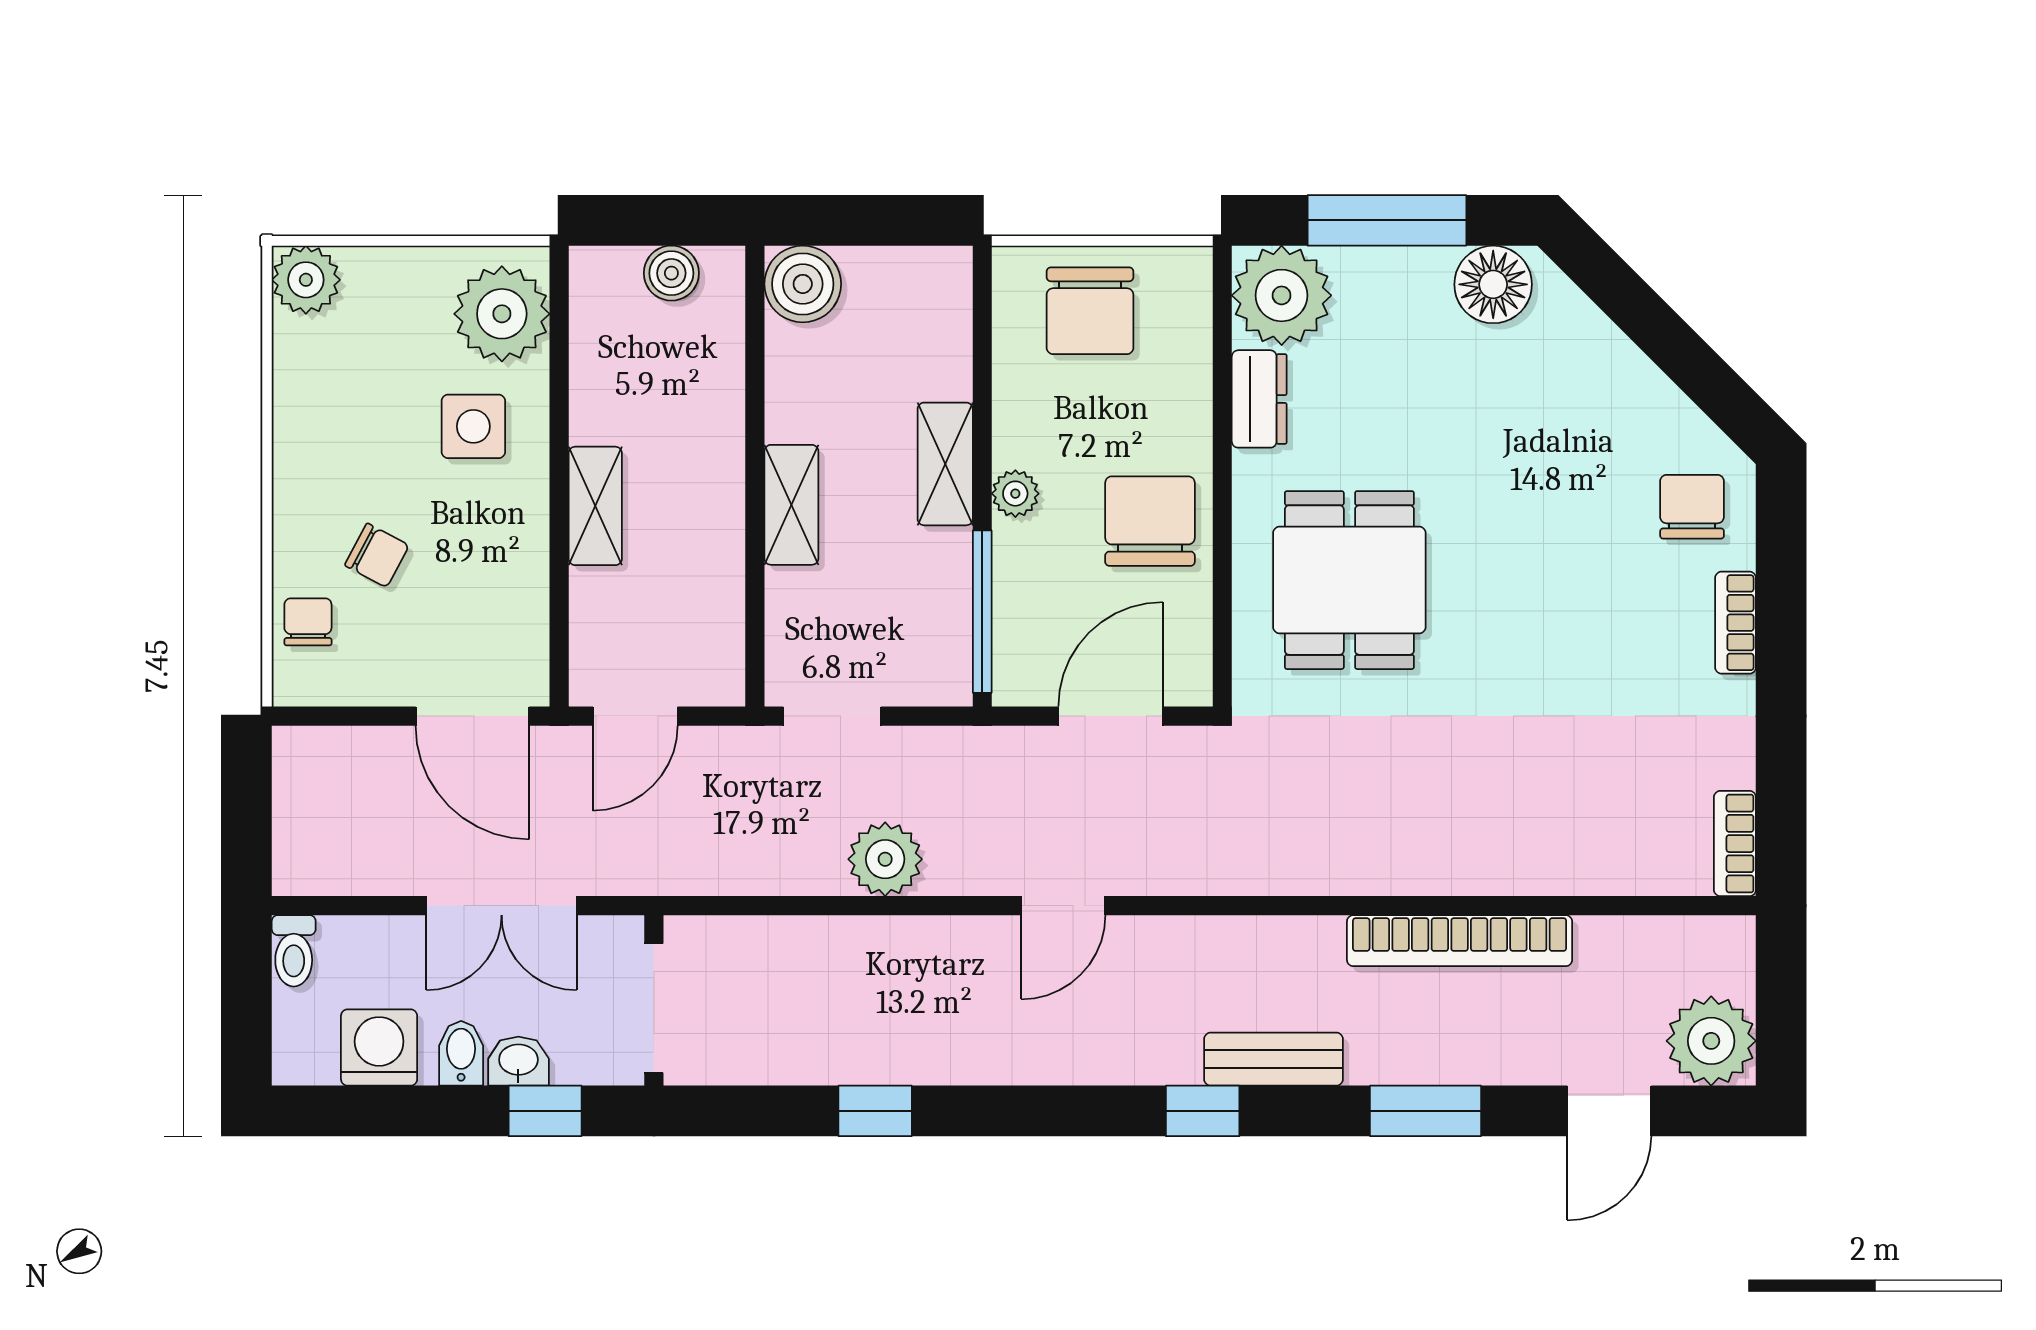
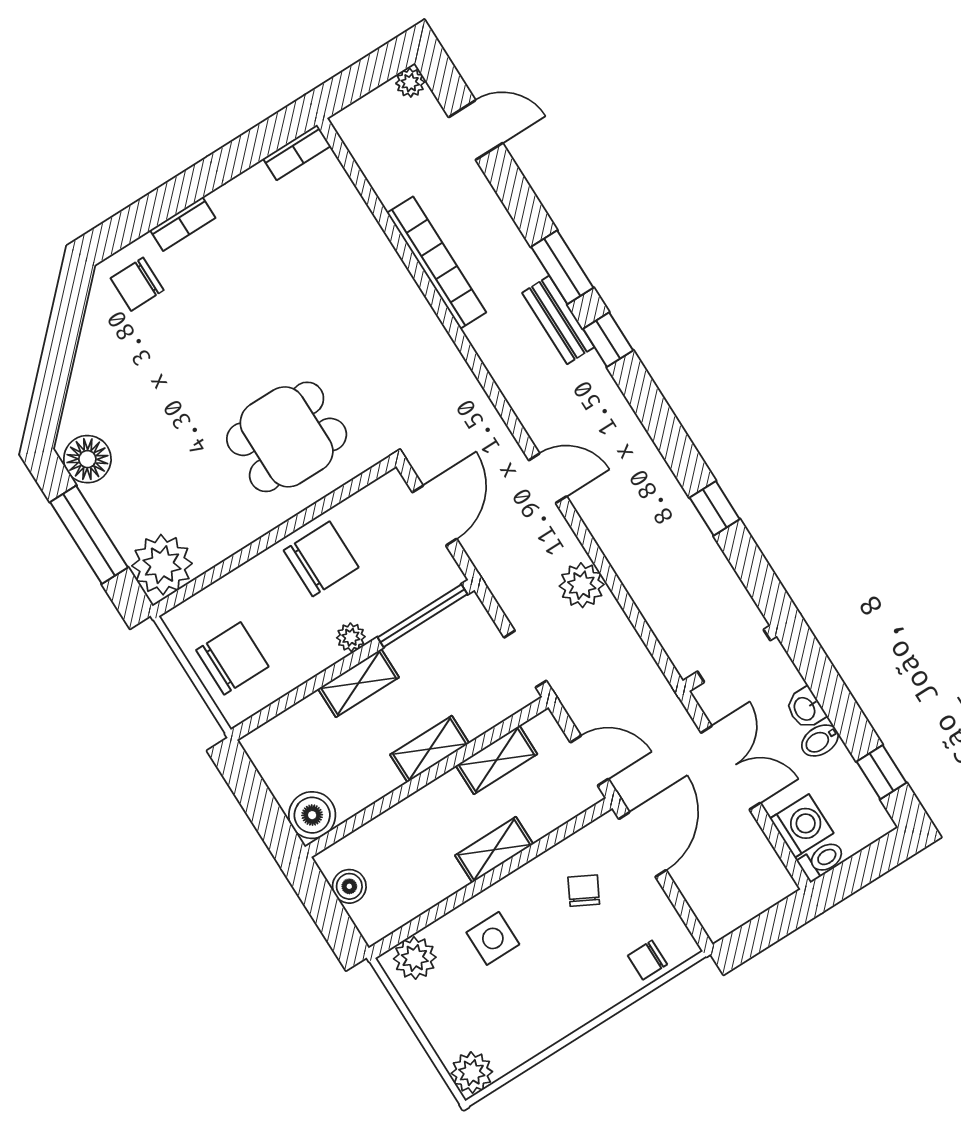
plant: (502, 314) -> (415, 958), width x0.73, depth x0.73
dresser: (1259, 399) -> (223, 542), removed
chair: (1150, 521) -> (321, 559), turned 180
chair: (377, 555) -> (584, 891), moved
shelving: (718, 588) -> (497, 760), added
door: (1111, 716) -> (435, 516), swing flipped
plant: (1711, 1041) -> (410, 83), width x0.53, depth x0.53
washing machine: (379, 1048) -> (802, 826), moved, turned 180
window: (545, 1111) -> (881, 772), moved
window: (1426, 1111) -> (562, 267), moved

